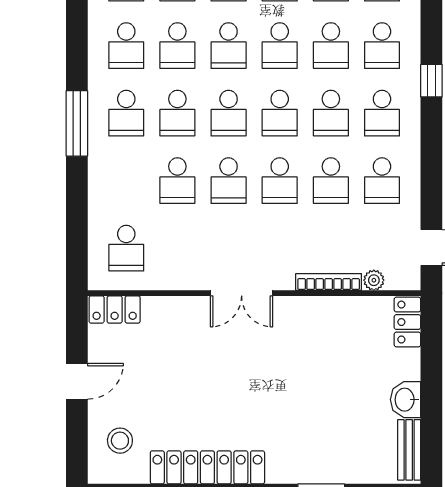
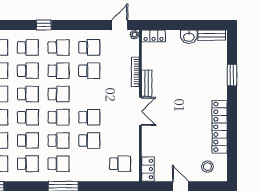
school desk: (280, 181) -> (89, 94), removed
plant: (374, 280) -> (135, 35), moved
bench: (304, 307) -> (147, 83), added

